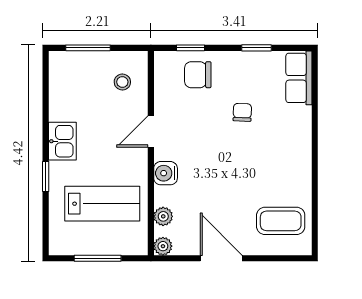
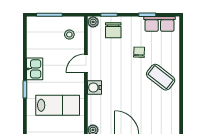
chair: (198, 75) -> (113, 30), turned -90
row of seats: (299, 78) -> (159, 24), moved, turned -90
plant: (163, 216) -> (93, 22), moved
coffee table: (281, 221) -> (161, 77), moved, turned 38

